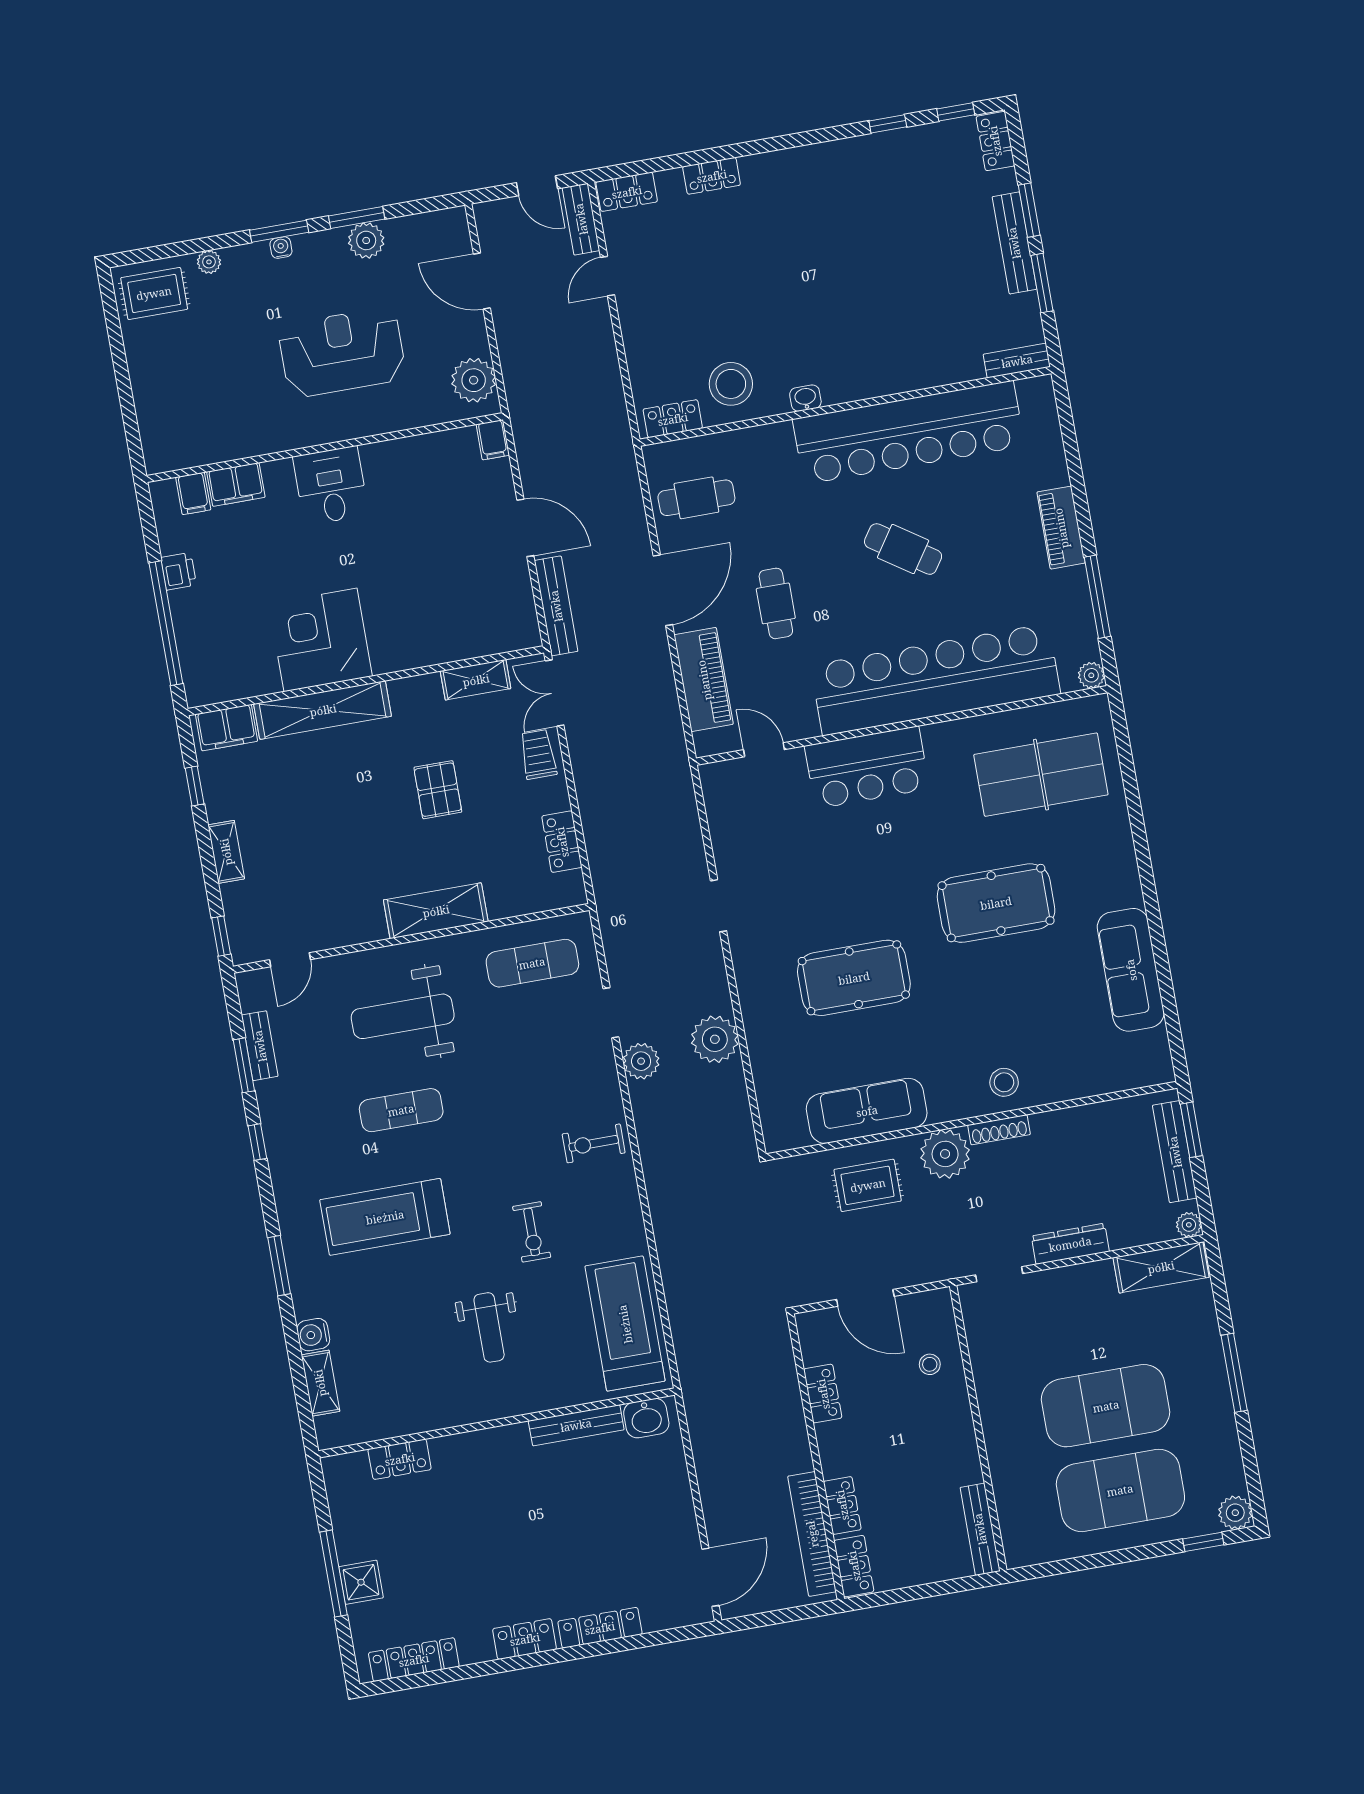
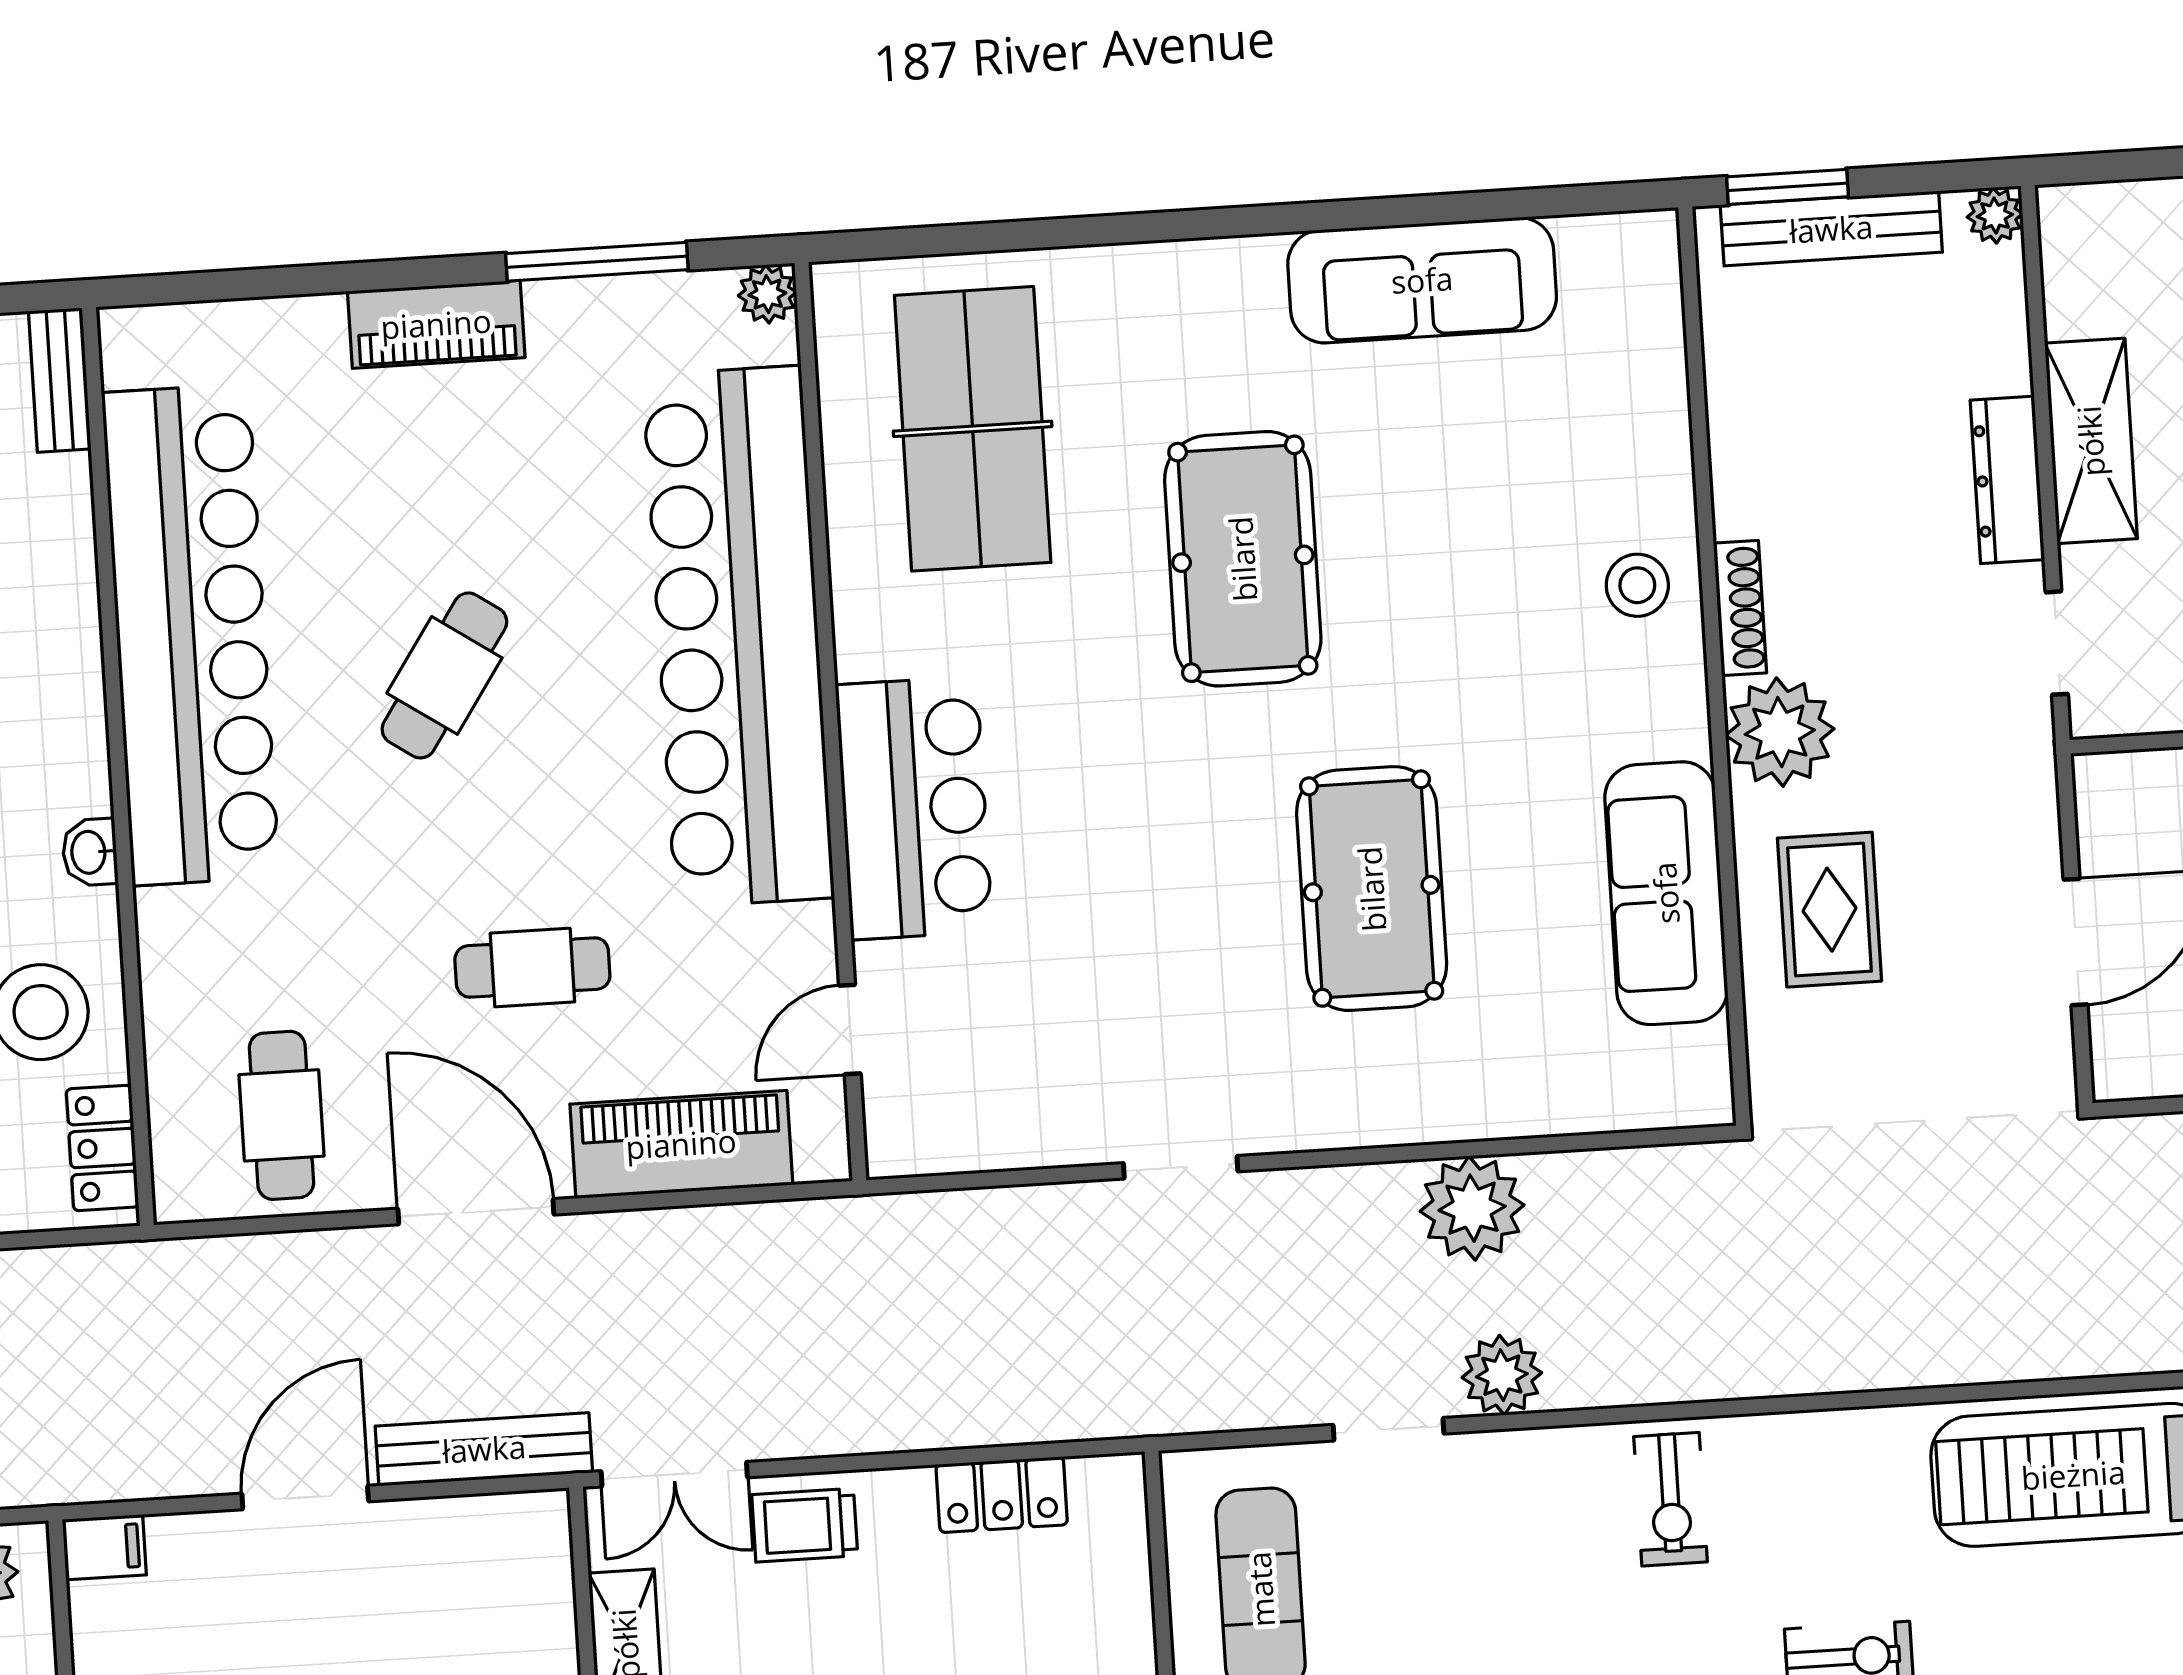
shelving: (1161, 1267) -> (2091, 441), moved

